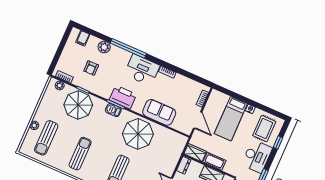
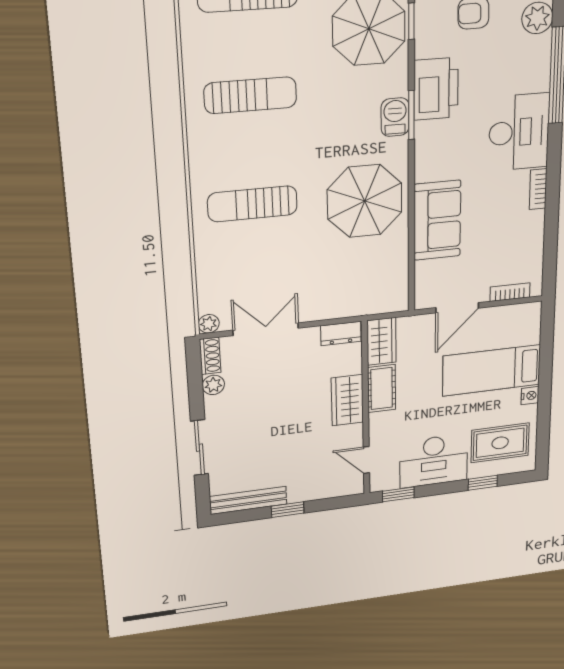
printer: (123, 97) -> (436, 89), moved

